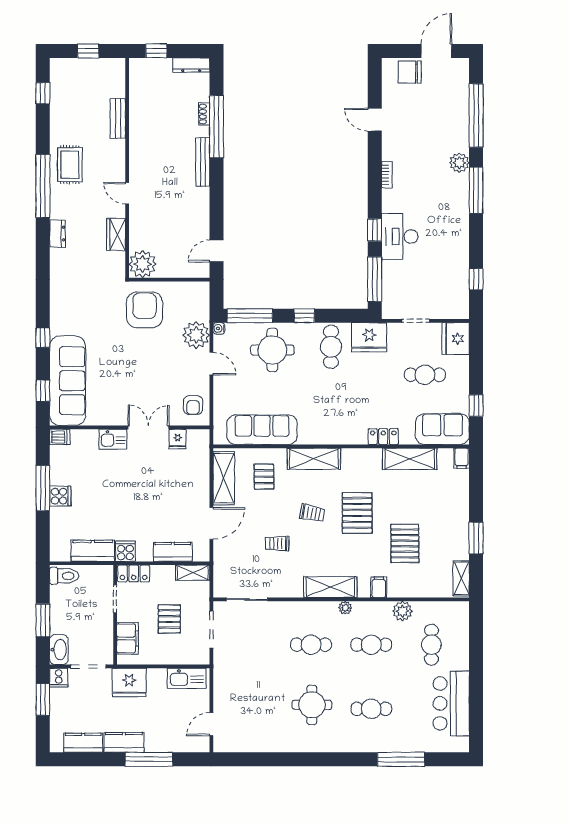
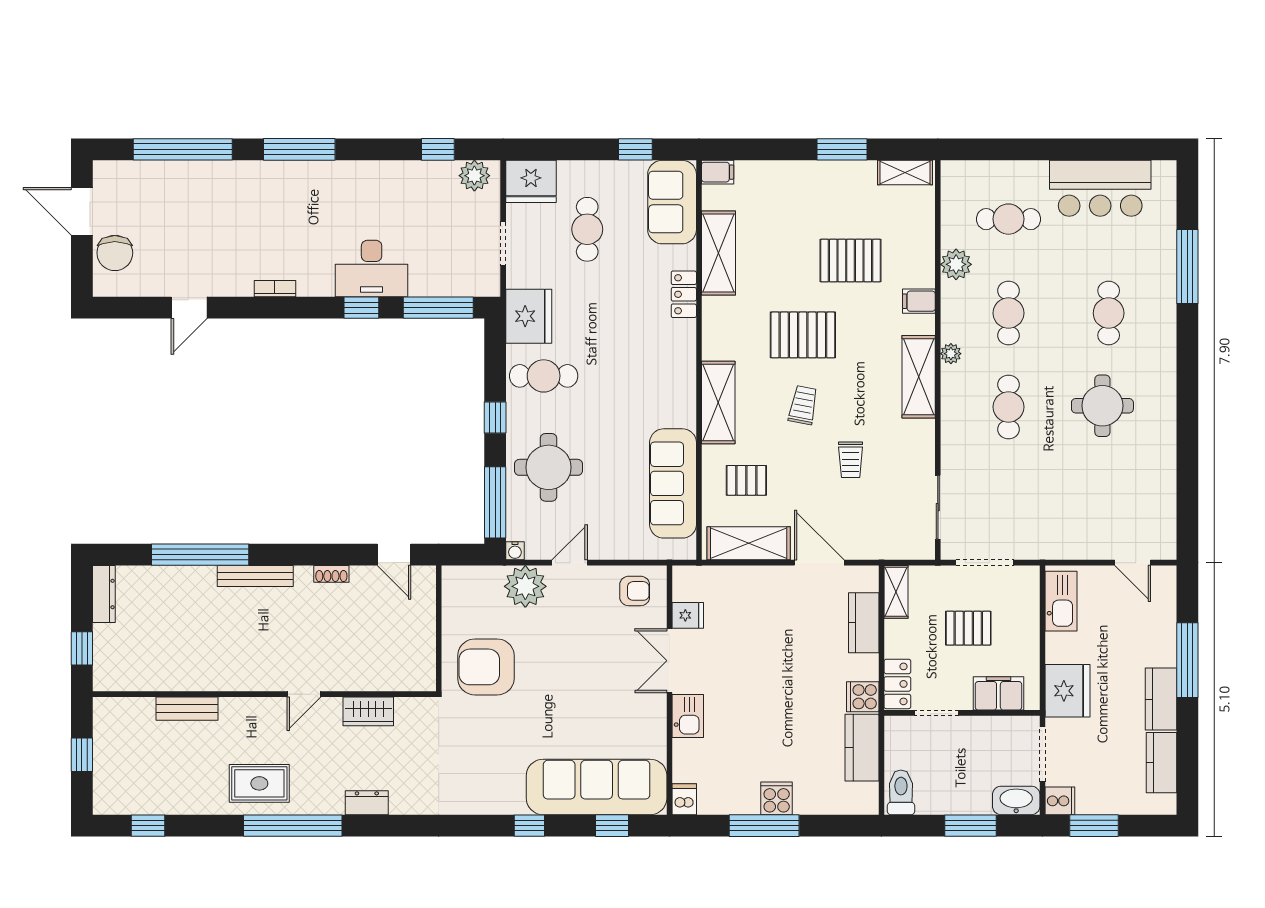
shoe rack: (204, 114) -> (331, 574), moved
plant: (459, 163) -> (474, 176), moved
plant: (143, 264) -> (415, 670), removed

